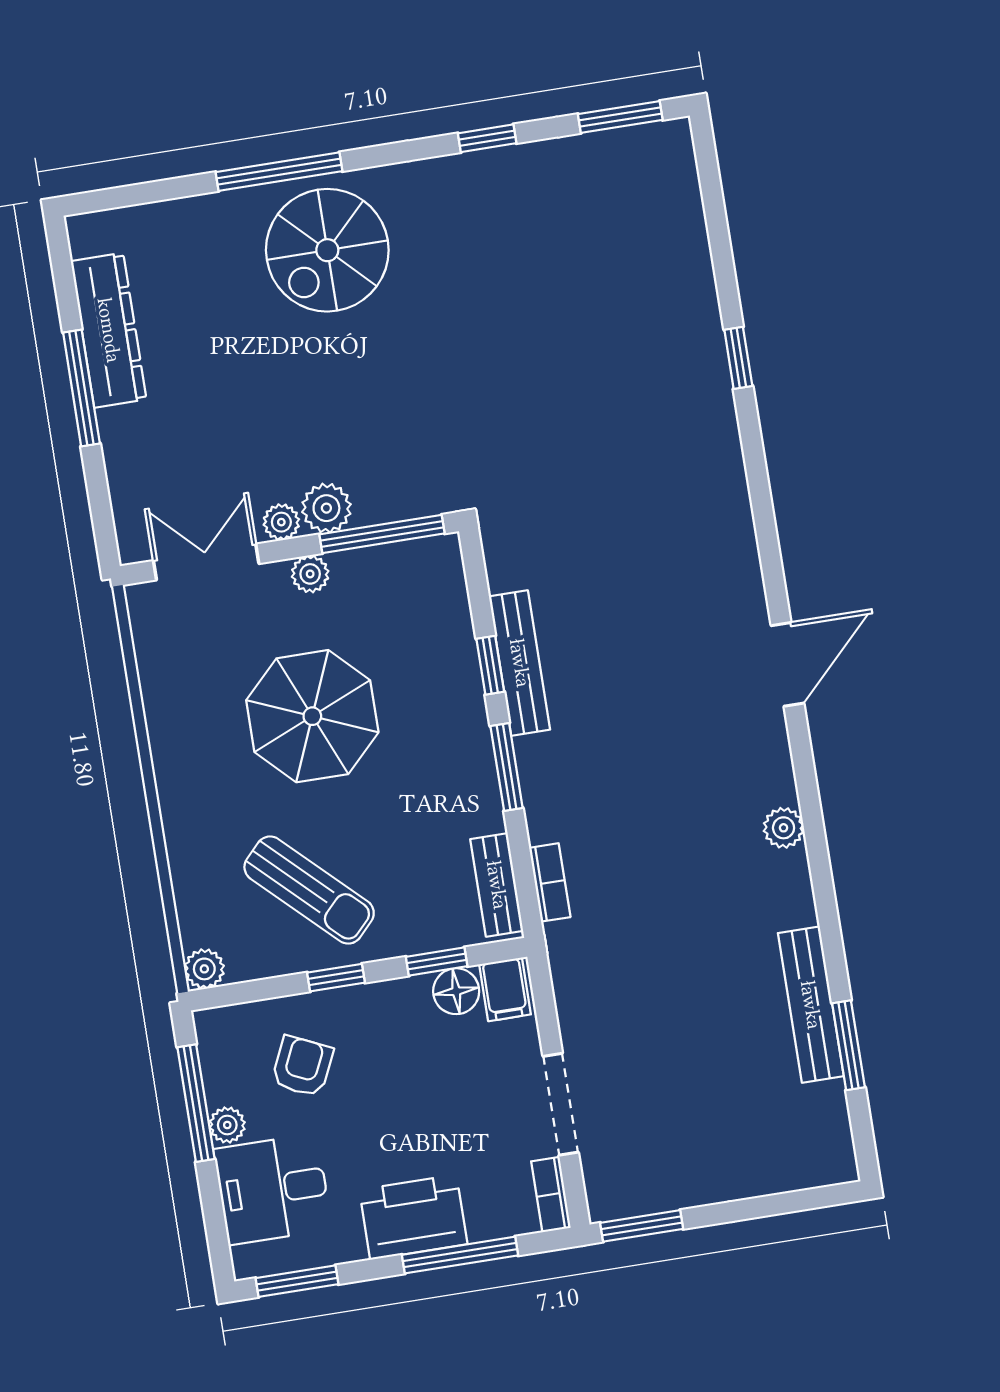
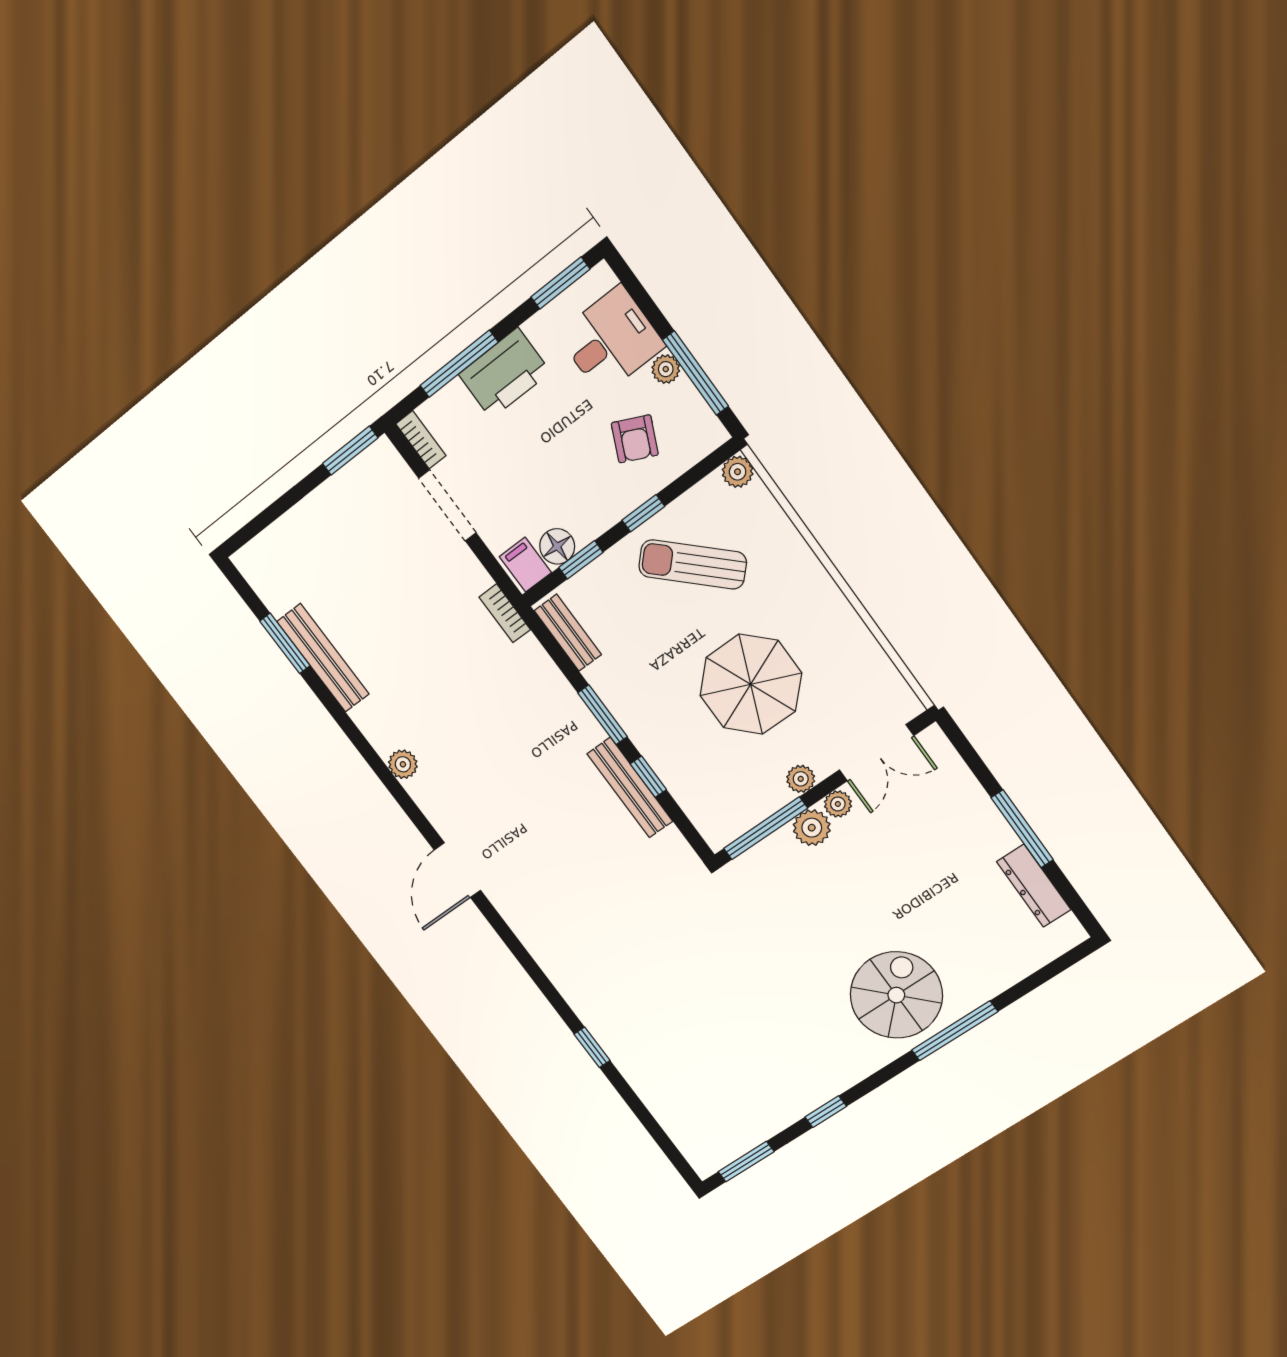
dresser: (109, 330) -> (1034, 886), width x0.73, depth x0.80
bookcase: (550, 882) -> (505, 613), moved

